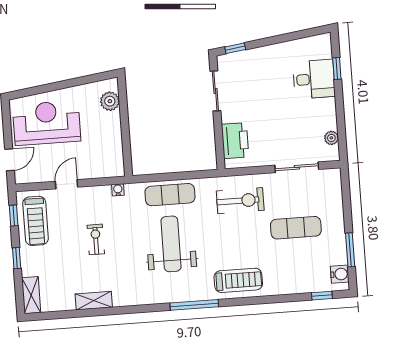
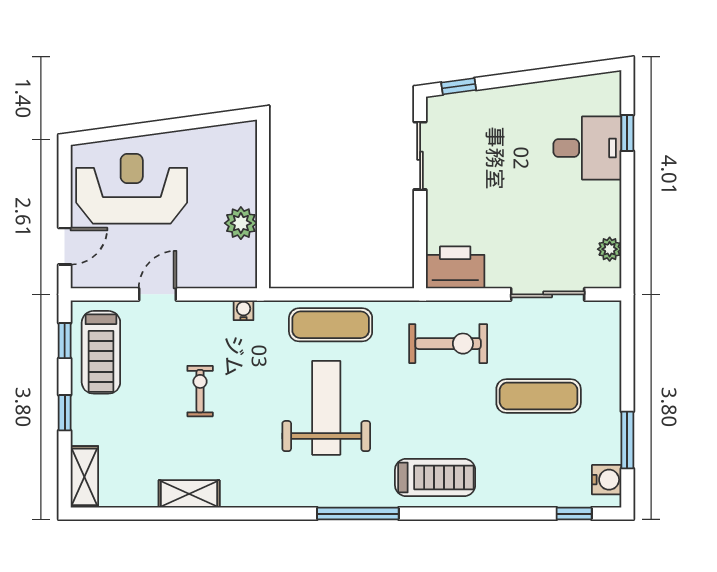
plant: (110, 101) -> (241, 223), moved
printer: (235, 141) -> (455, 267), moved, turned -90

